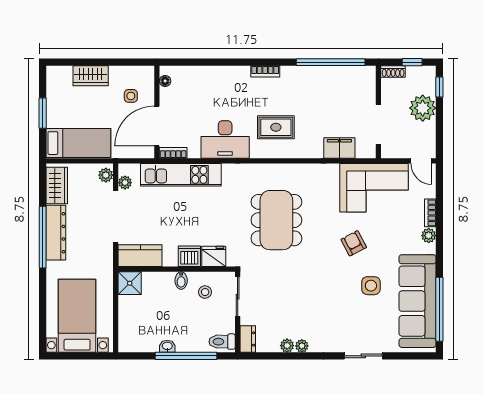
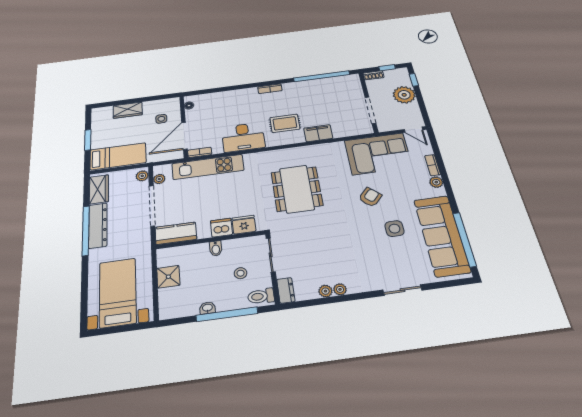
filing cabinet: (339, 148) -> (318, 133), moved
armchair: (354, 243) -> (370, 197), turned 70
shower: (130, 283) -> (168, 277), moved
stool: (205, 292) -> (241, 273), moved

